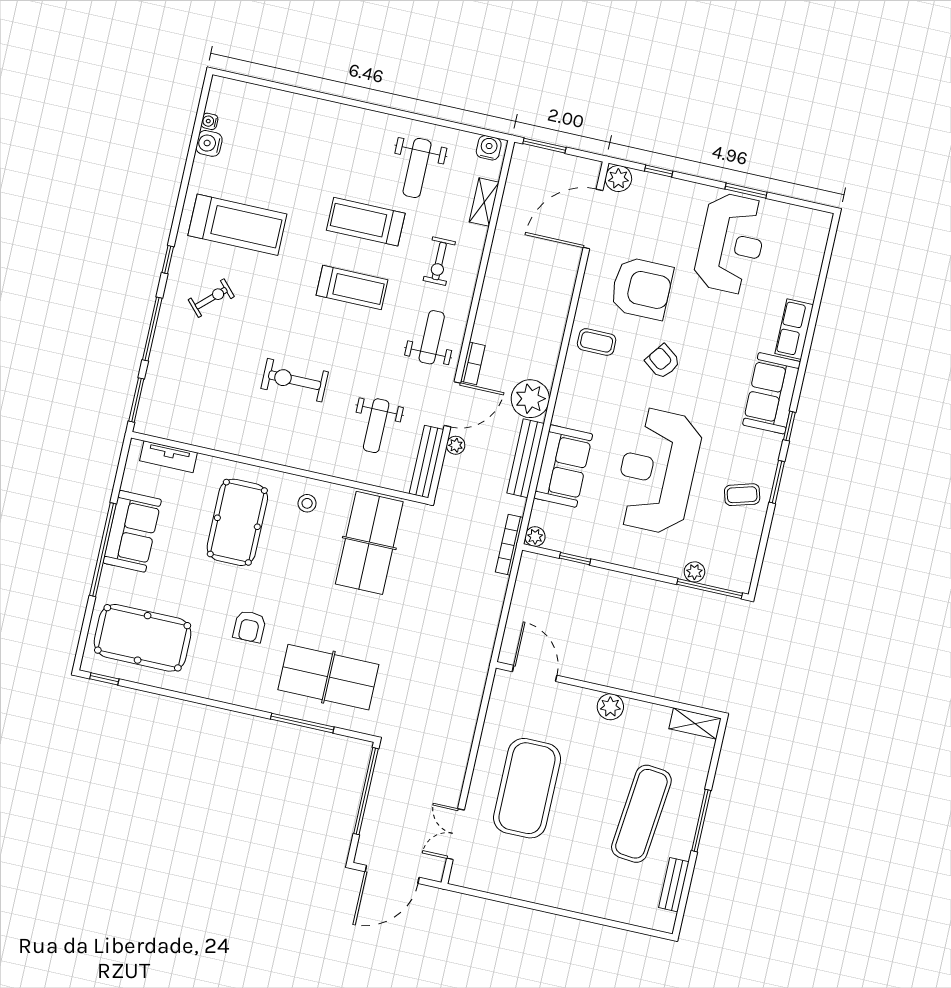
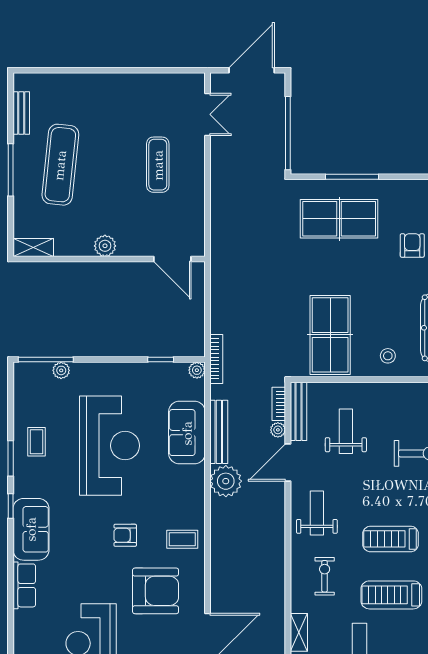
treadmill: (366, 222) -> (391, 595), turned 180
armchair: (642, 288) -> (156, 591), turned 180
weight bench: (432, 337) -> (317, 513), turned 180
armchair: (663, 362) -> (125, 535), turned 143
bookcase: (473, 363) -> (279, 404), moved
coffee table: (742, 495) -> (37, 442), turned -74
exercise mat: (527, 788) -> (158, 165), width x0.50, depth x0.69

